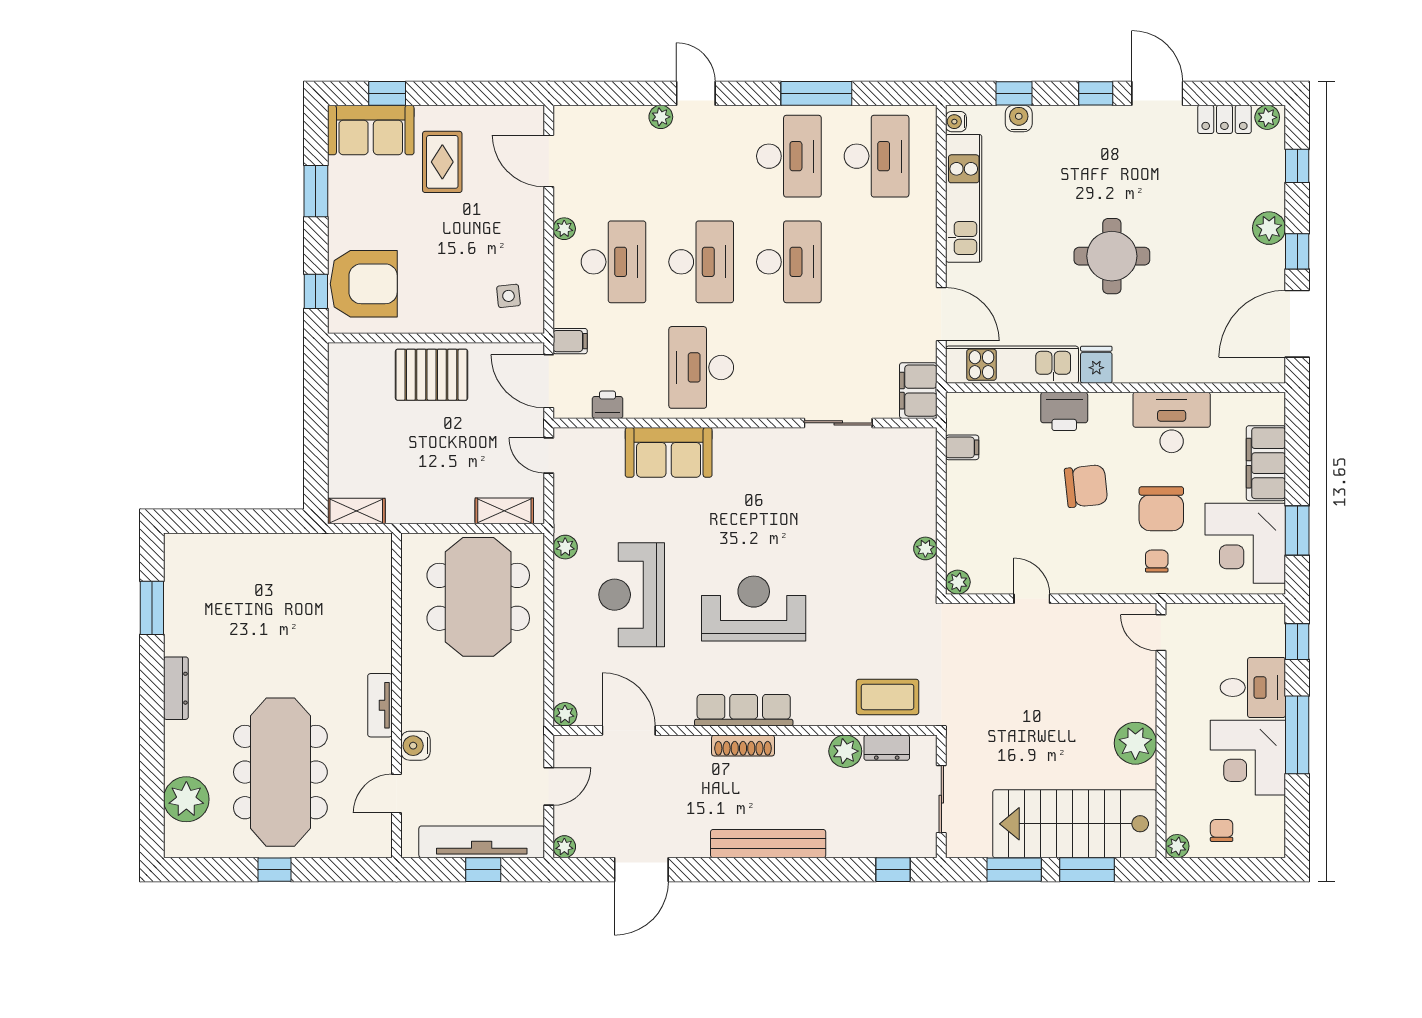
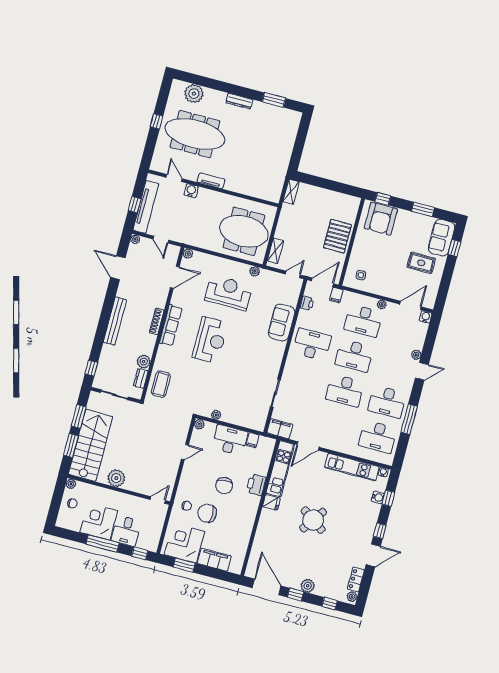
water cooler: (566, 118) -> (426, 317), added
round table: (1112, 256) -> (313, 520), turned 35
desk: (1172, 422) -> (230, 440), moved, turned -90

